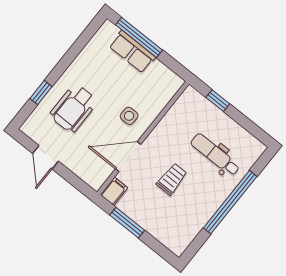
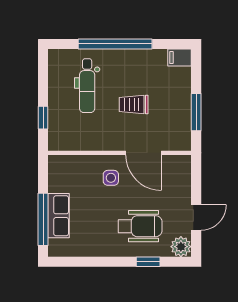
plant: (32, 127) -> (181, 247), added
filing cabinet: (114, 191) -> (180, 58), moved

